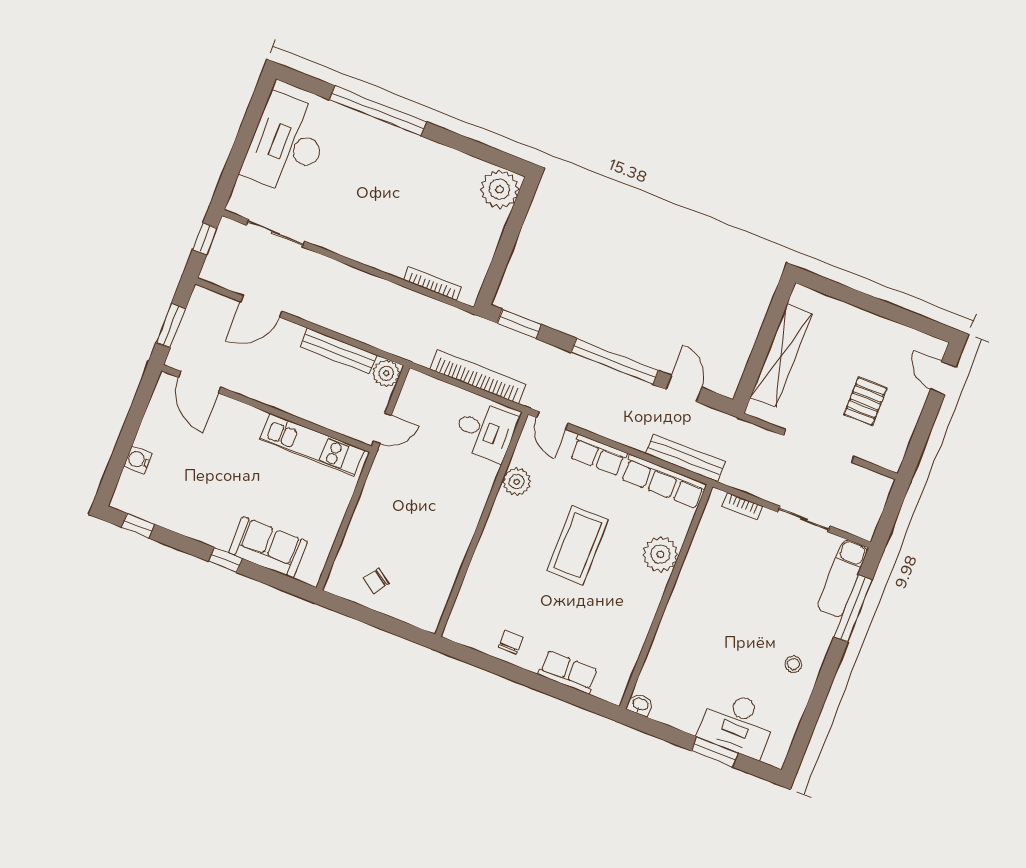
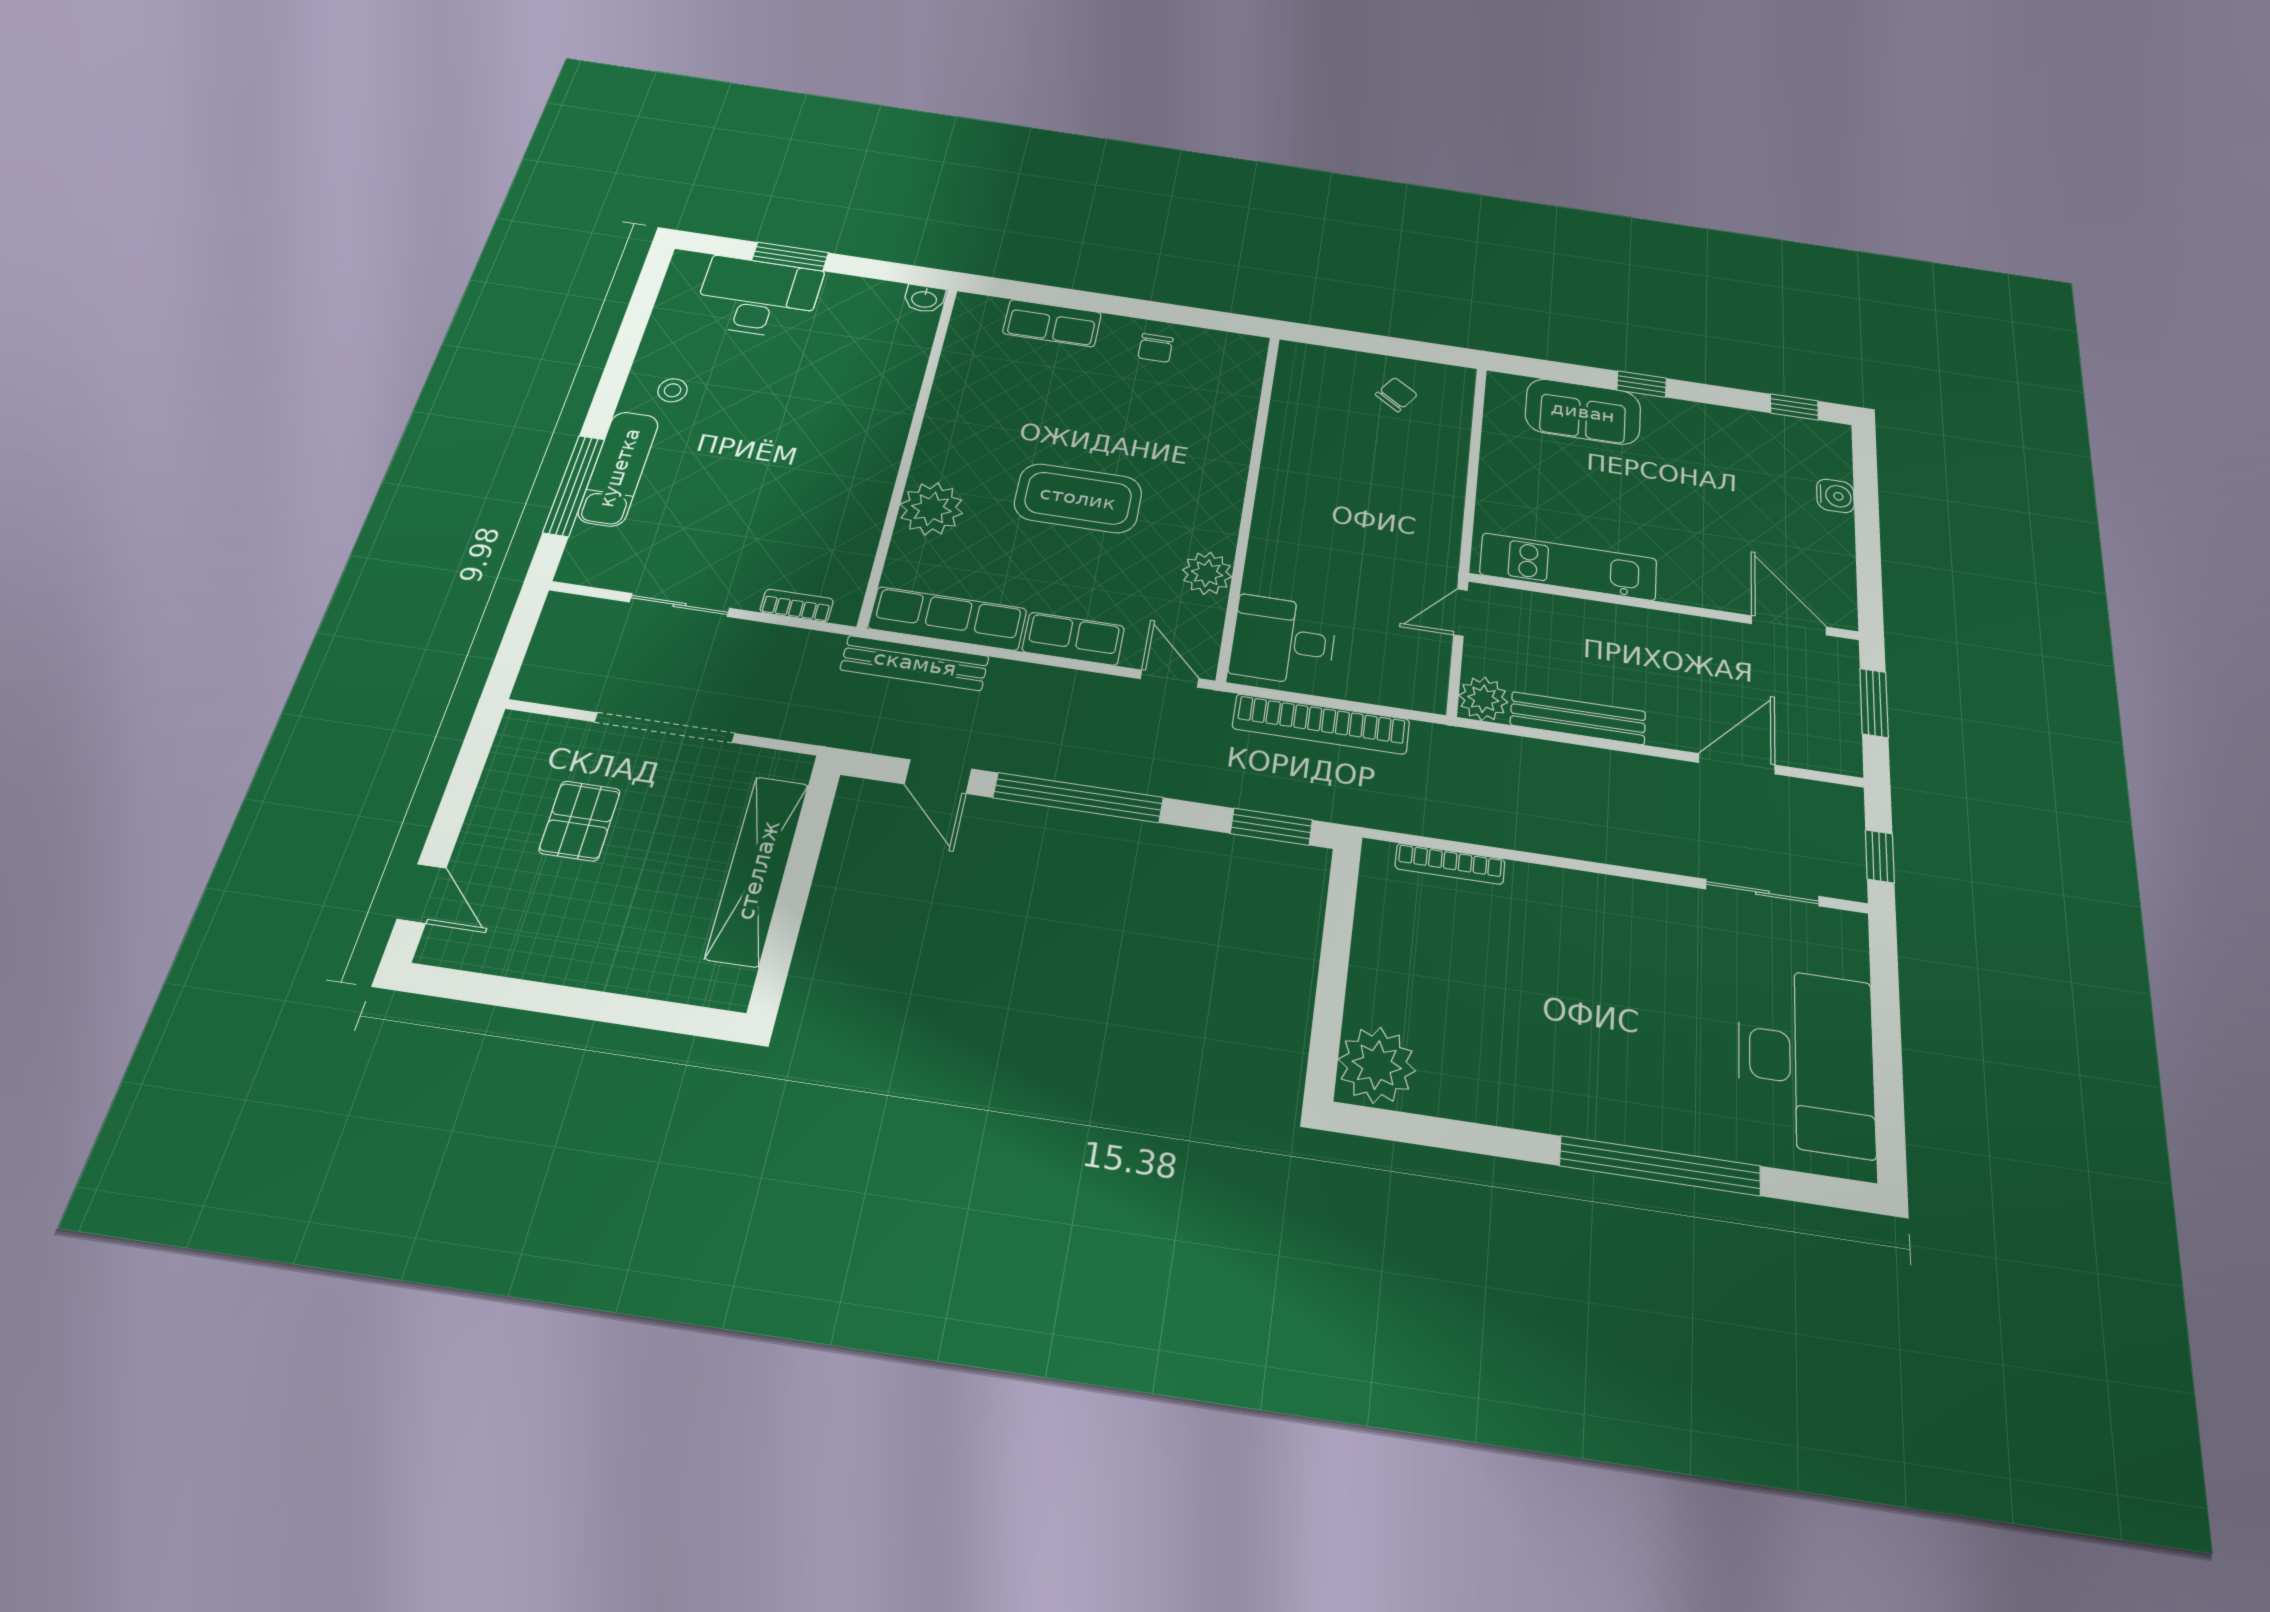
coffee table: (578, 545) -> (1078, 498), turned 90
exam couch: (842, 578) -> (619, 468), moved

